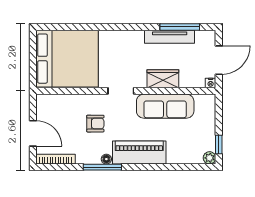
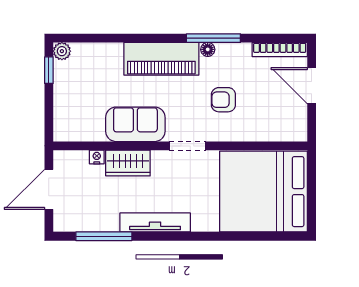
tv unit: (170, 37) -> (155, 222), moved
nightstand: (211, 83) -> (97, 157), moved
sofa: (165, 106) -> (135, 124), width x0.74

